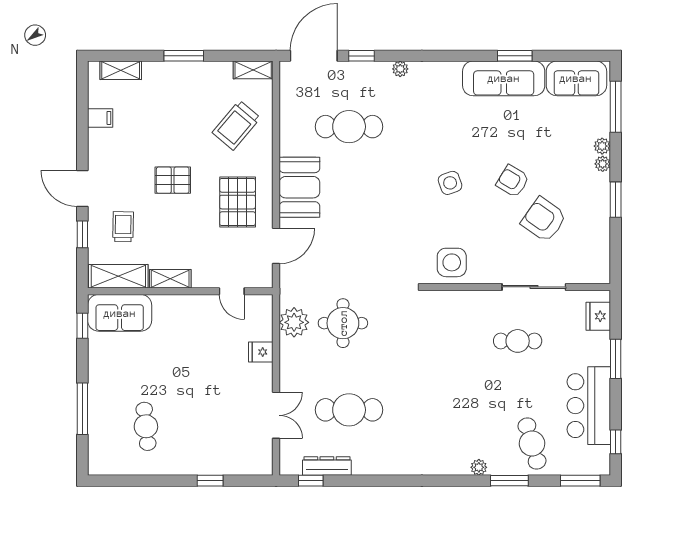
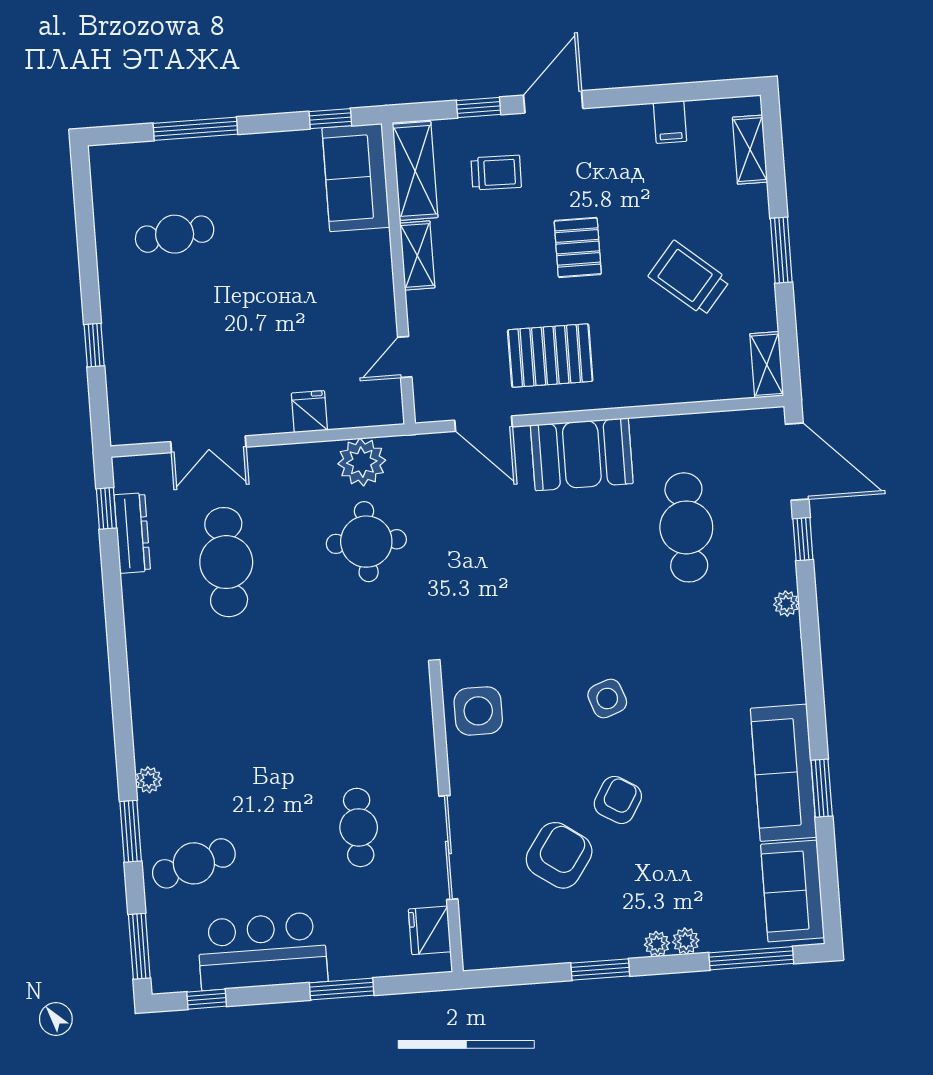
trolley: (236, 125) -> (689, 278), moved
fridge: (598, 316) -> (430, 930), moved, turned -90

